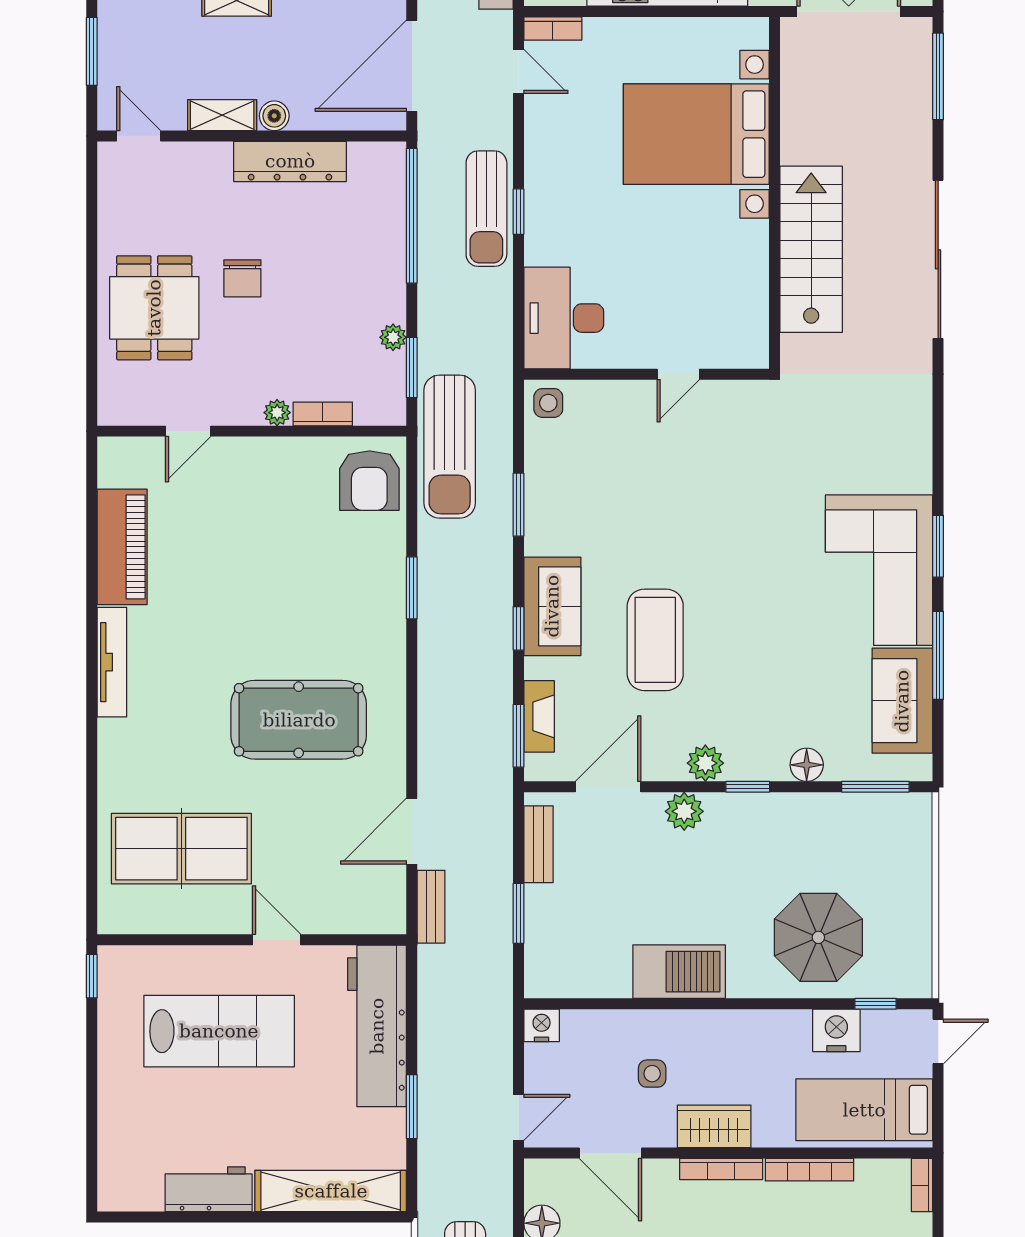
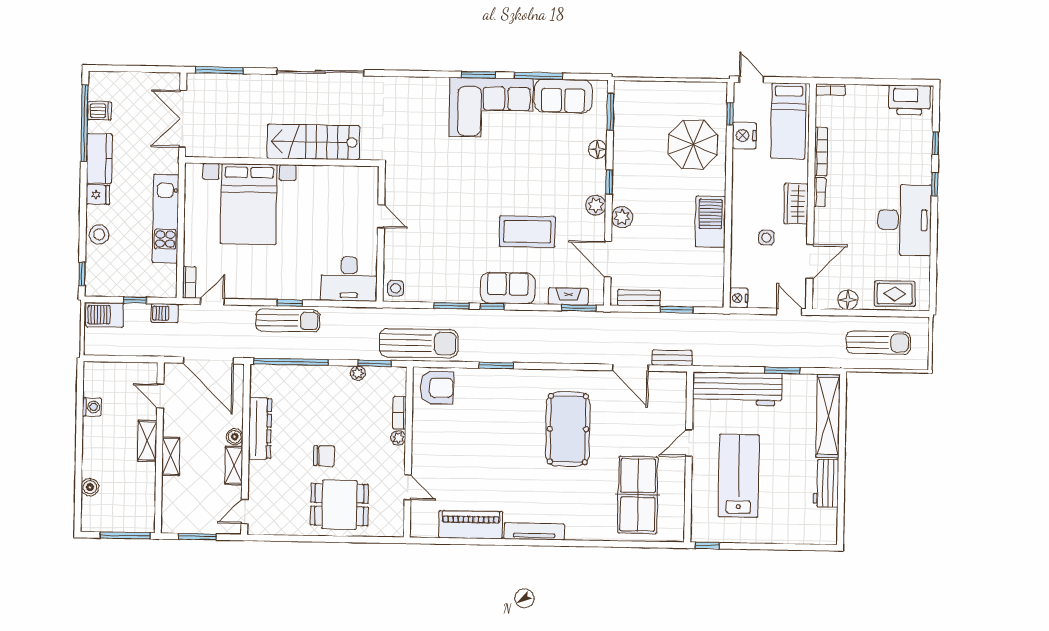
window: (518, 628) -> (492, 306), moved
bookcase: (721, 1169) -> (820, 192), width x0.64

